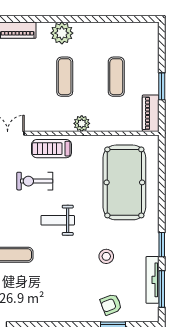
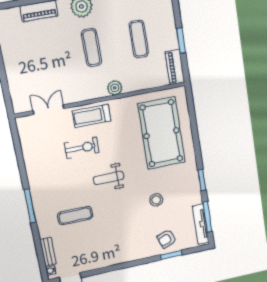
exercise bike: (35, 181) -> (82, 148), turned 180
tv unit: (152, 280) -> (201, 224), moved

